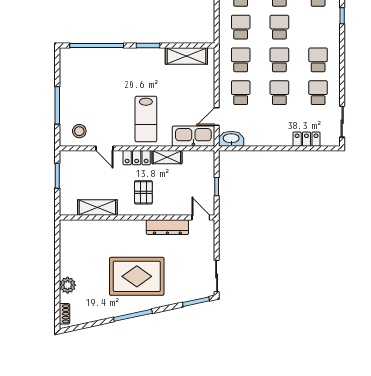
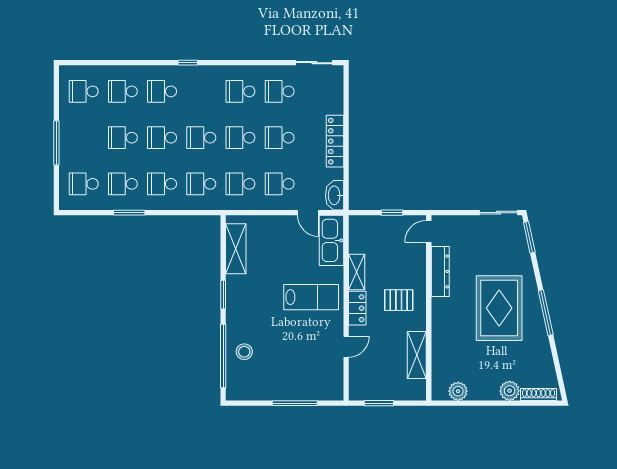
stool: (79, 131) -> (244, 352), moved
locker: (307, 139) -> (335, 141), moved, width x1.53
plant: (67, 242) -> (458, 391), added
shoe rack: (64, 314) -> (538, 394), width x1.43

